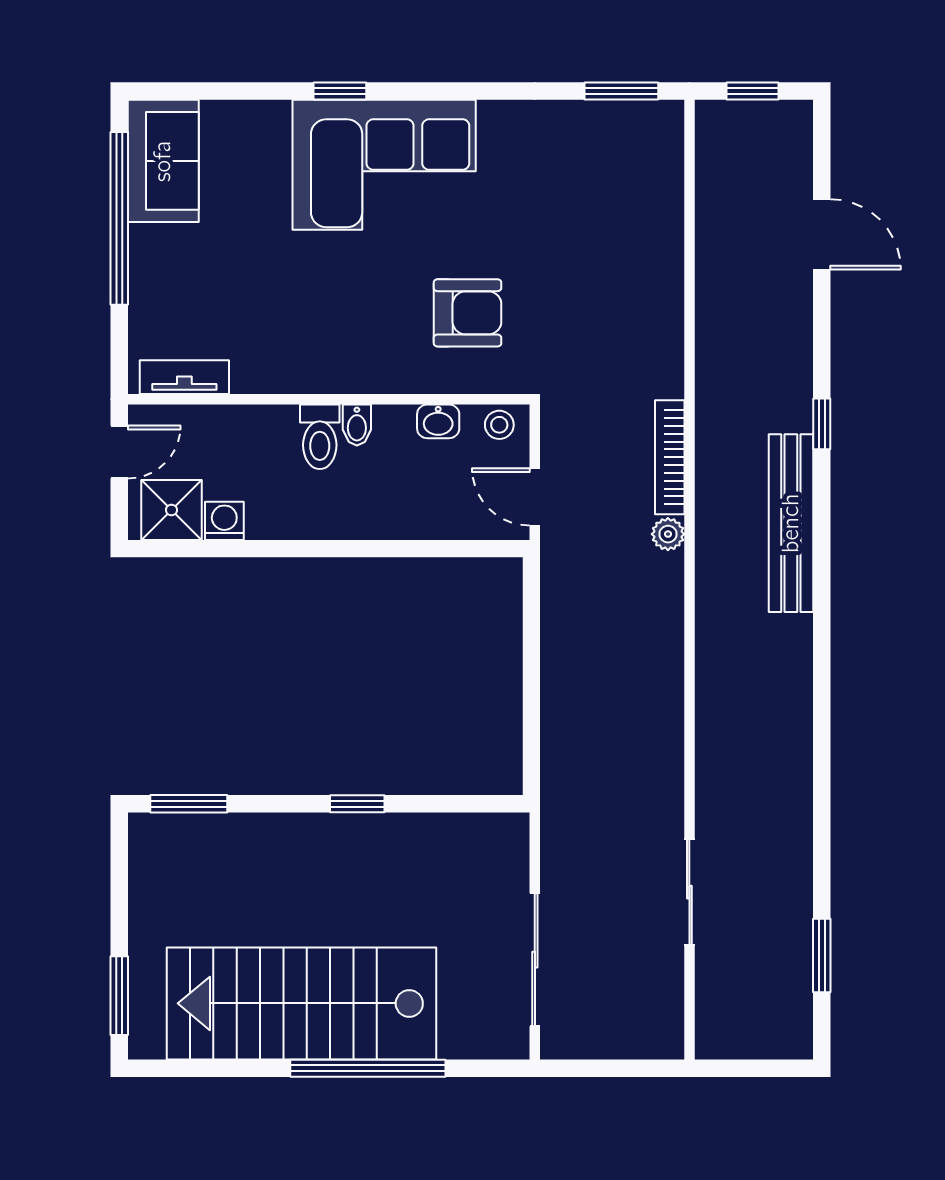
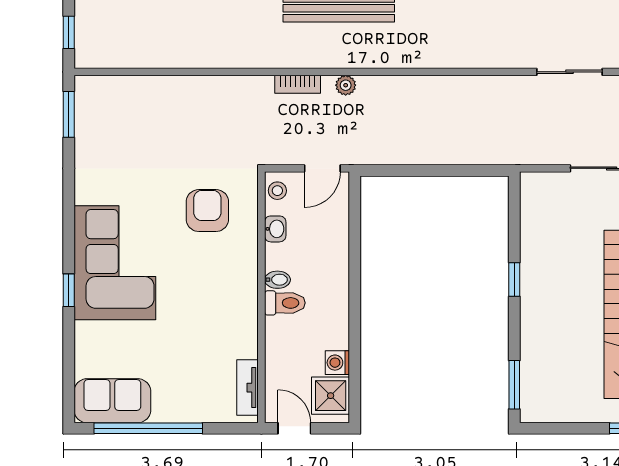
bookcase: (670, 457) -> (298, 84), width x0.64

